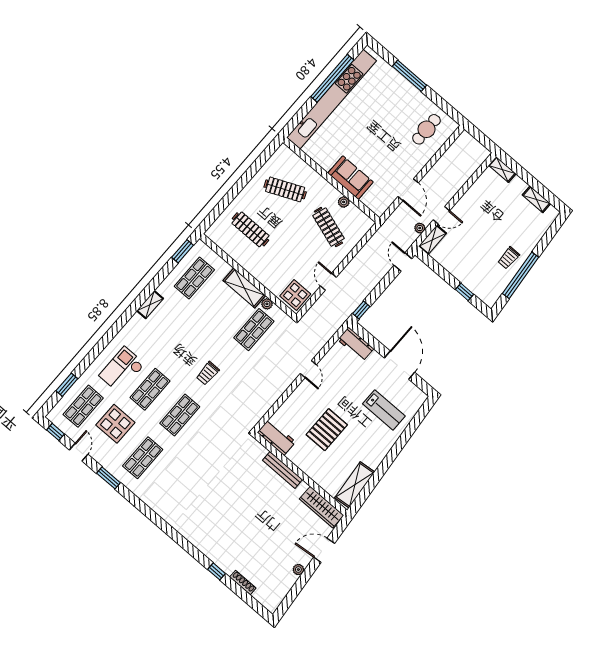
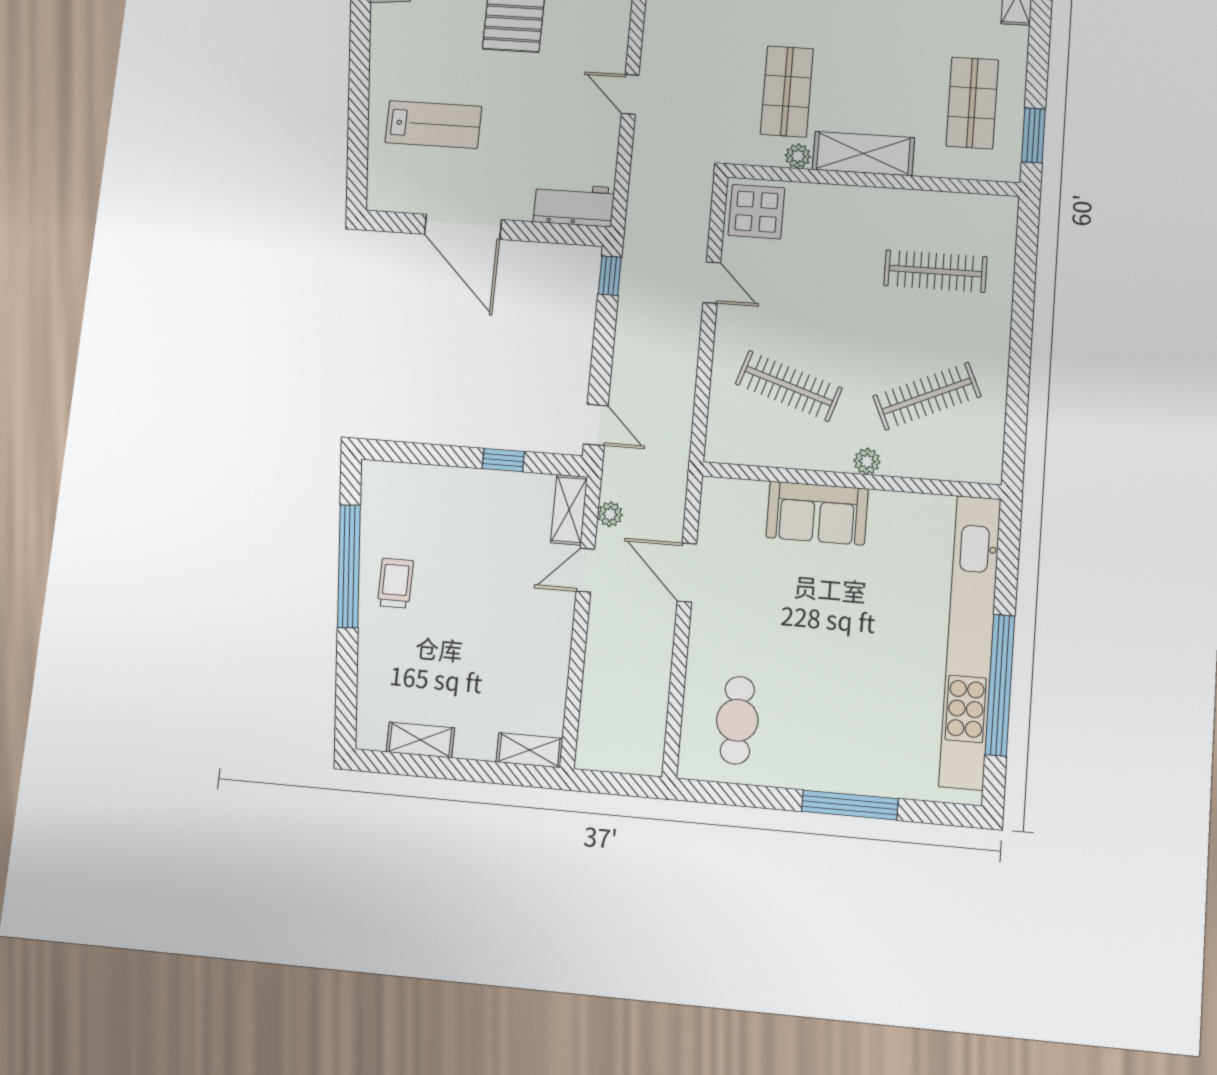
plant: (344, 202) -> (867, 461), moved
window: (464, 292) -> (503, 460), moved
lab bench: (384, 410) -> (433, 125), turned 180

